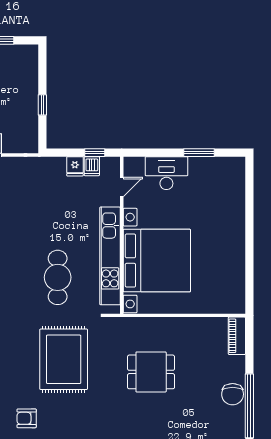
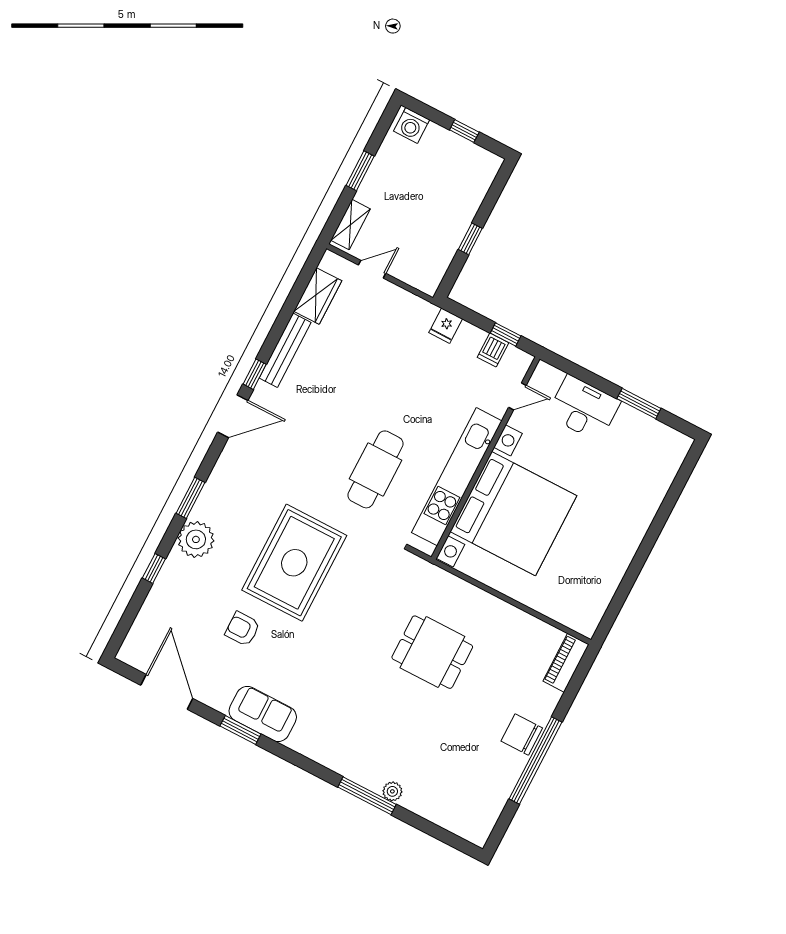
fridge: (75, 166) -> (446, 326), moved
rug: (64, 359) -> (294, 563), moved
chair: (233, 394) -> (522, 735), turned 90

